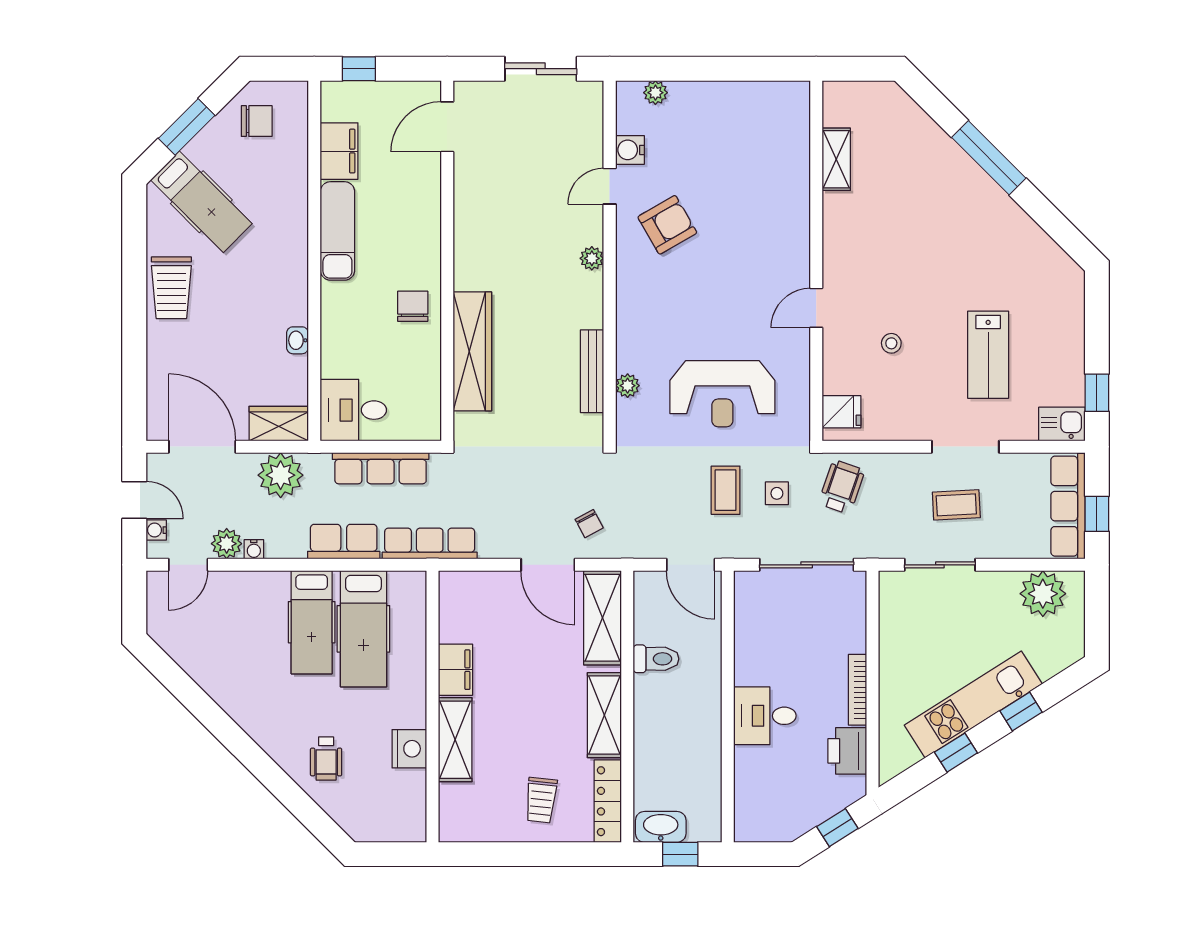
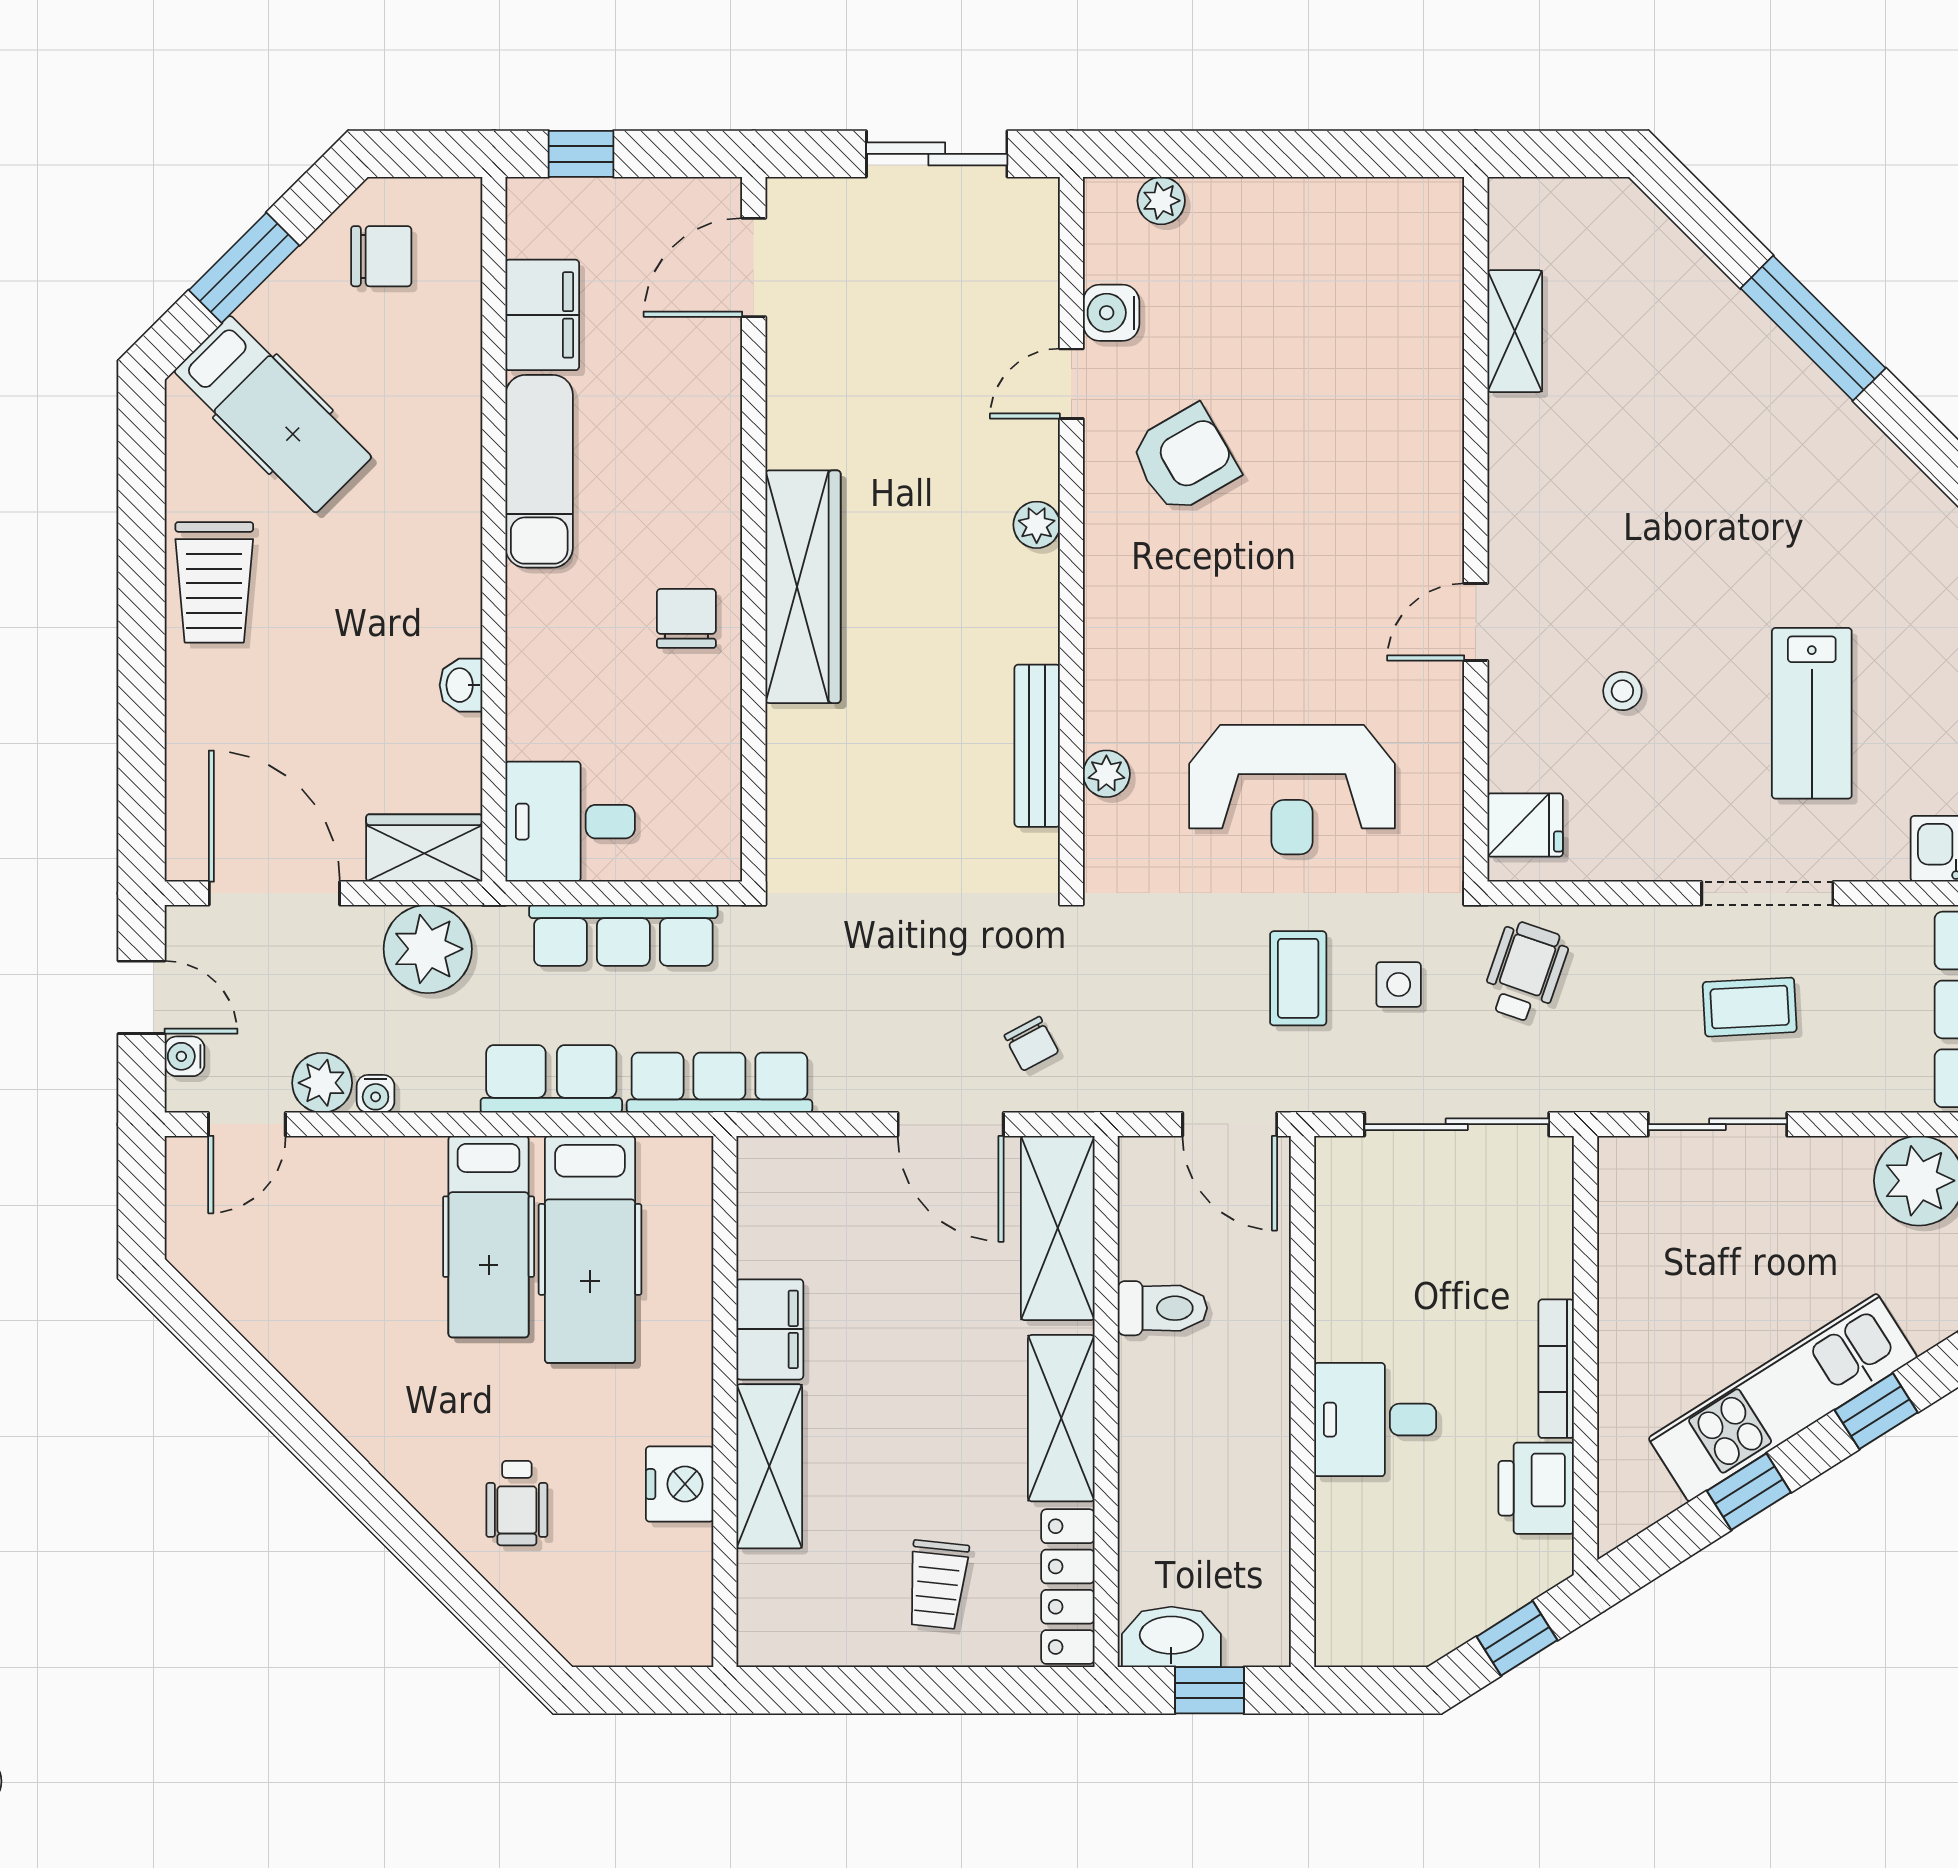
wardrobe: (472, 351) -> (803, 587), moved

